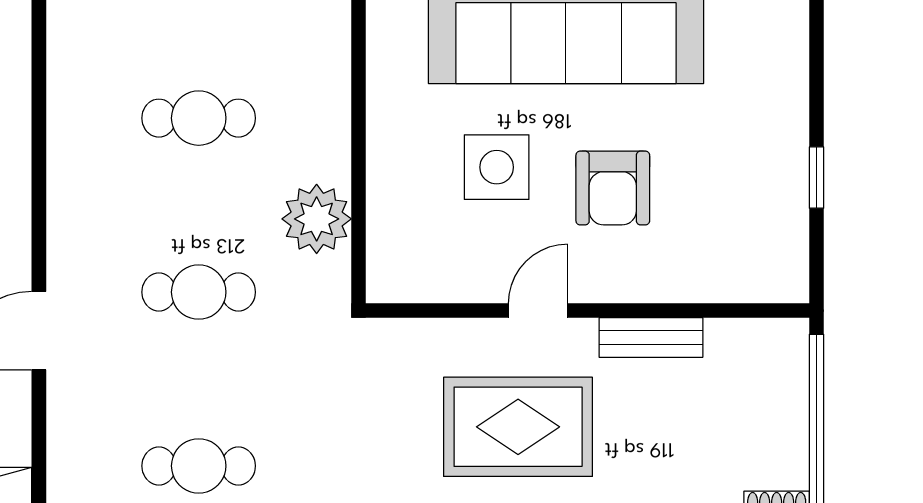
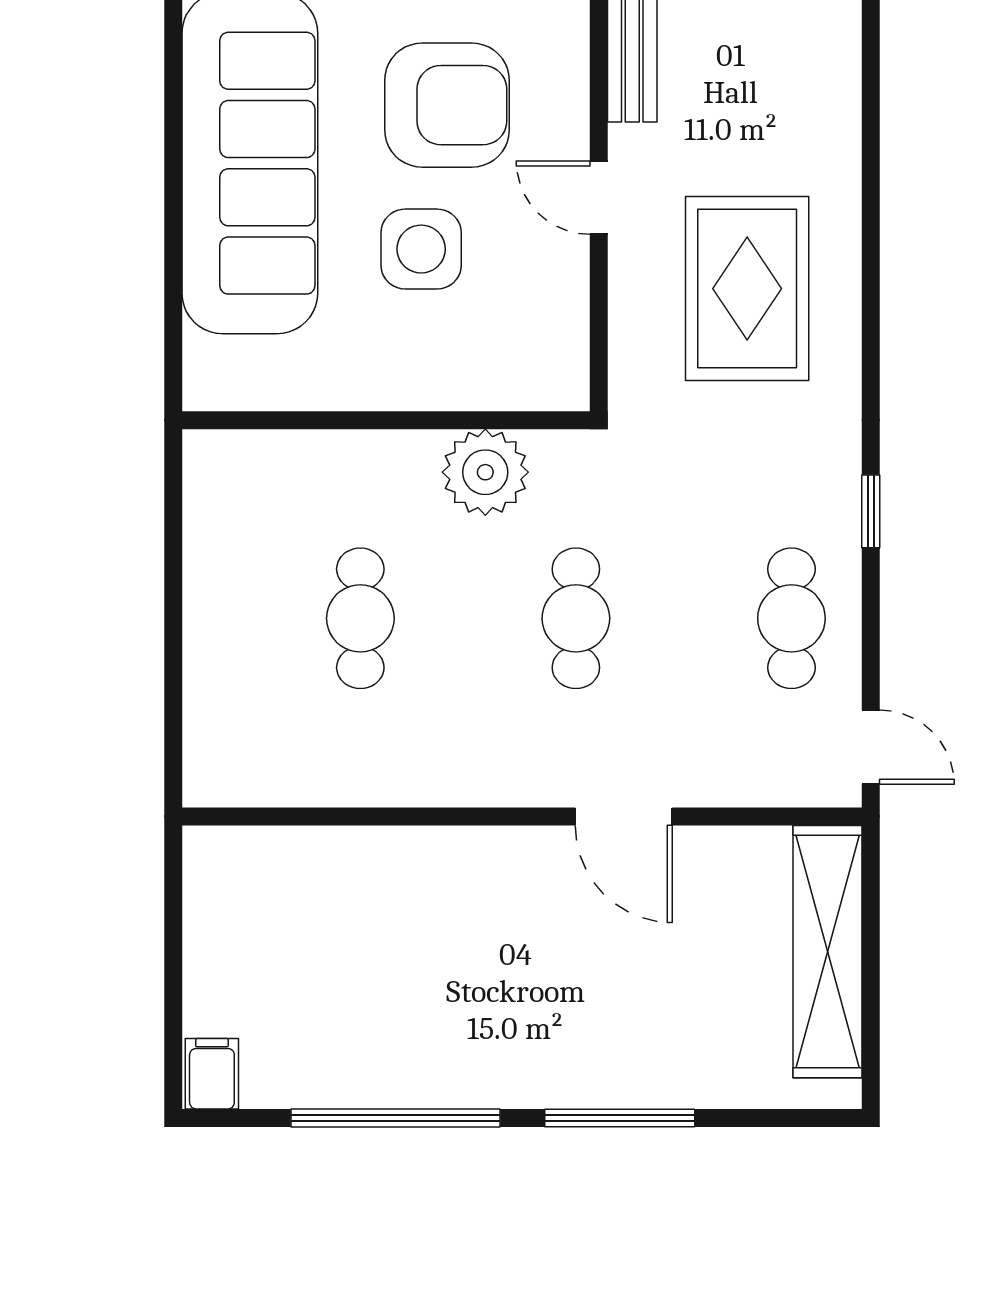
armchair: (613, 188) -> (447, 105), width x1.36, depth x1.36
rug: (518, 427) -> (747, 289), moved

